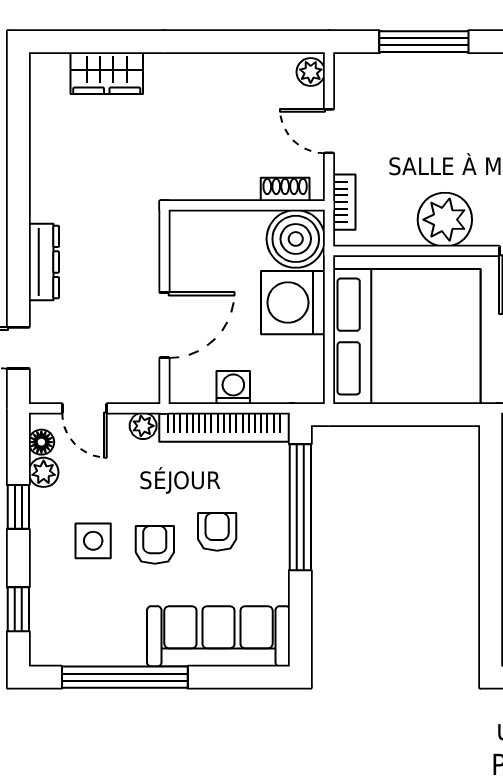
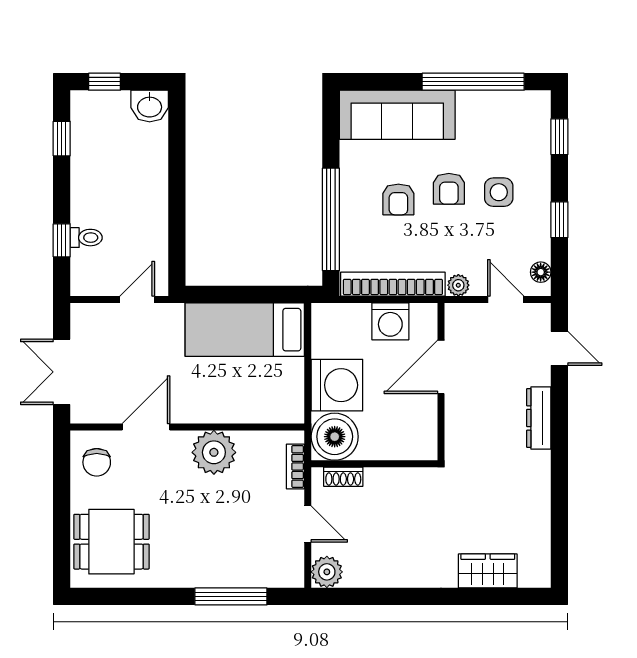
plant: (311, 72) -> (327, 572), width x1.38, depth x1.38
bed: (407, 337) -> (245, 330), width x0.49
washing machine: (233, 388) -> (390, 321), width x1.38, depth x1.38
plant: (44, 472) -> (539, 248), removed

